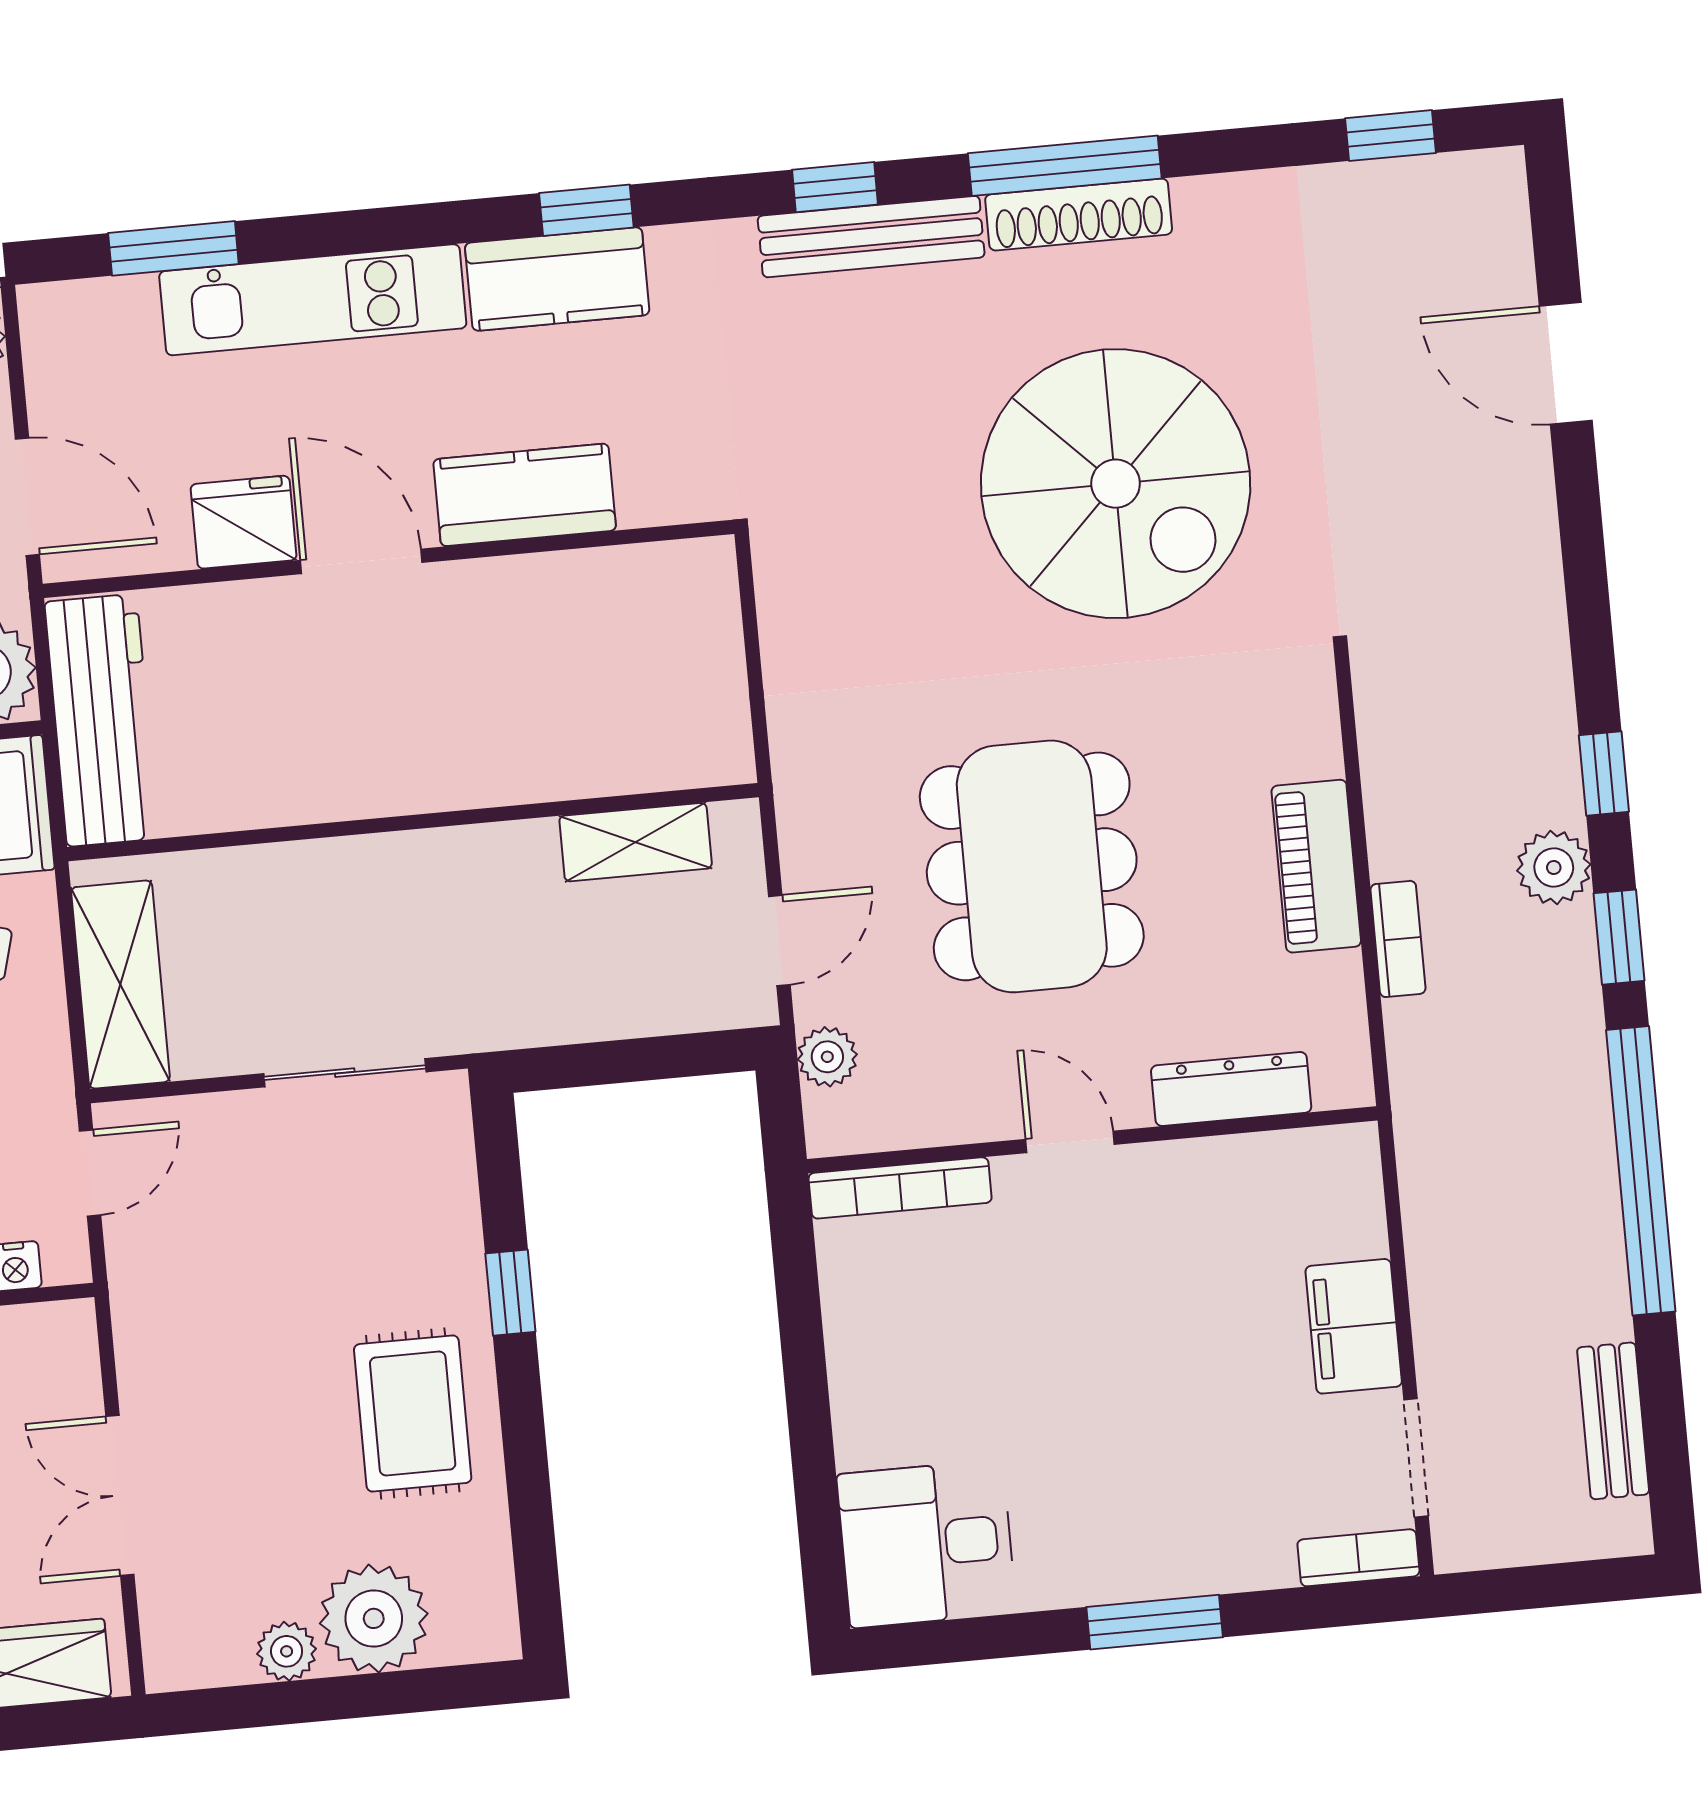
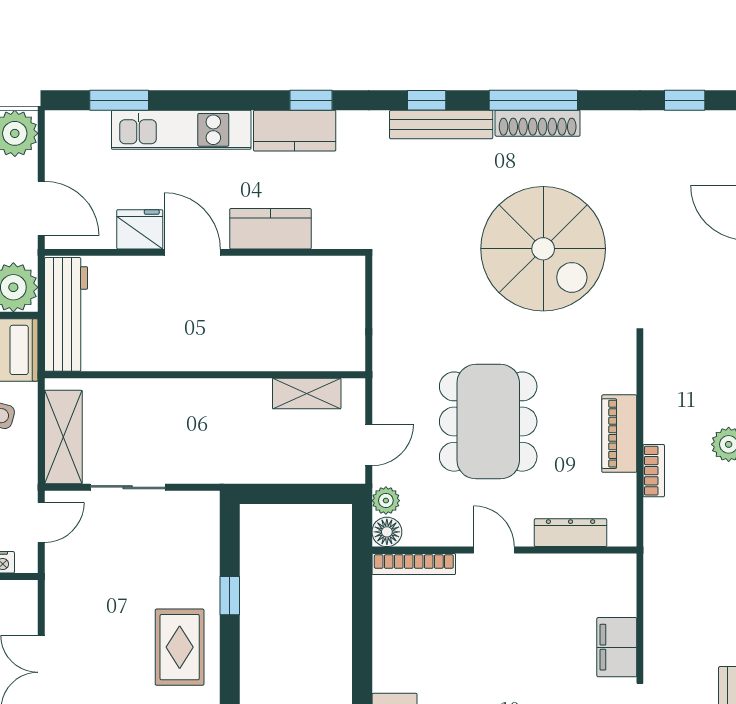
sliding door: (345, 1073) -> (128, 487), moved
floor lamp: (836, 1124) -> (387, 532), added

